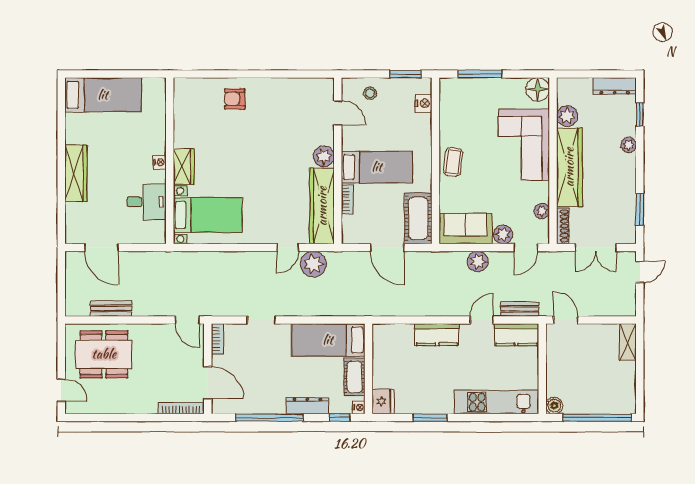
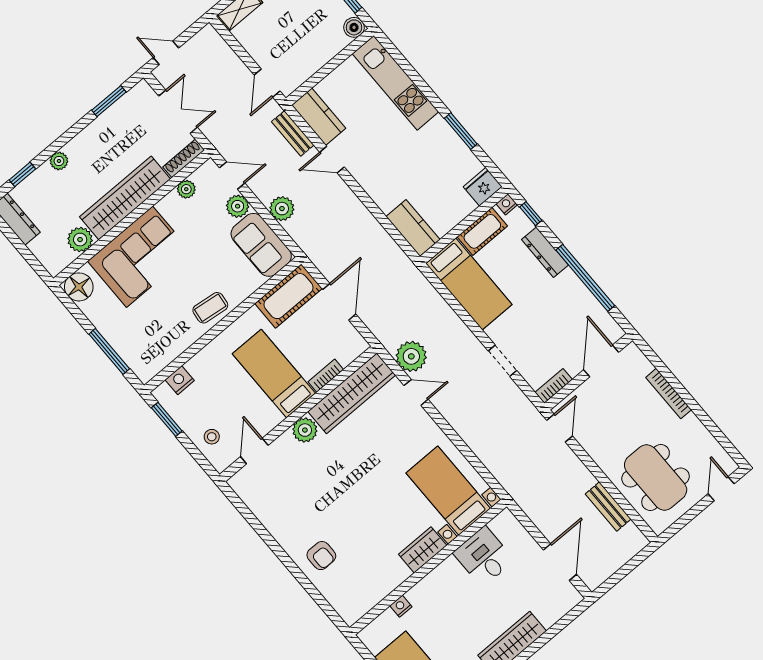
nightstand: (160, 162) -> (401, 606), moved
kitchen counter: (437, 335) -> (413, 228), moved
bookcase: (181, 408) -> (669, 394), moved

